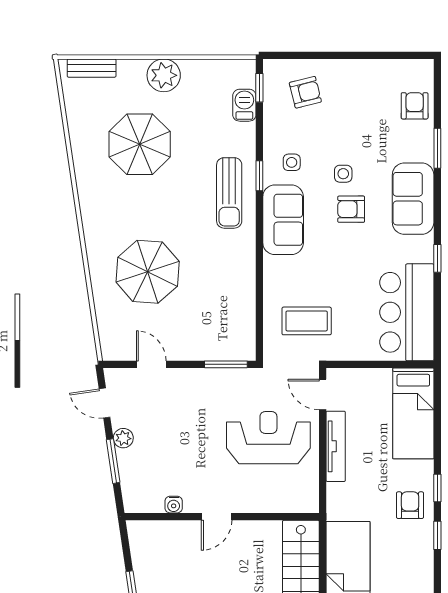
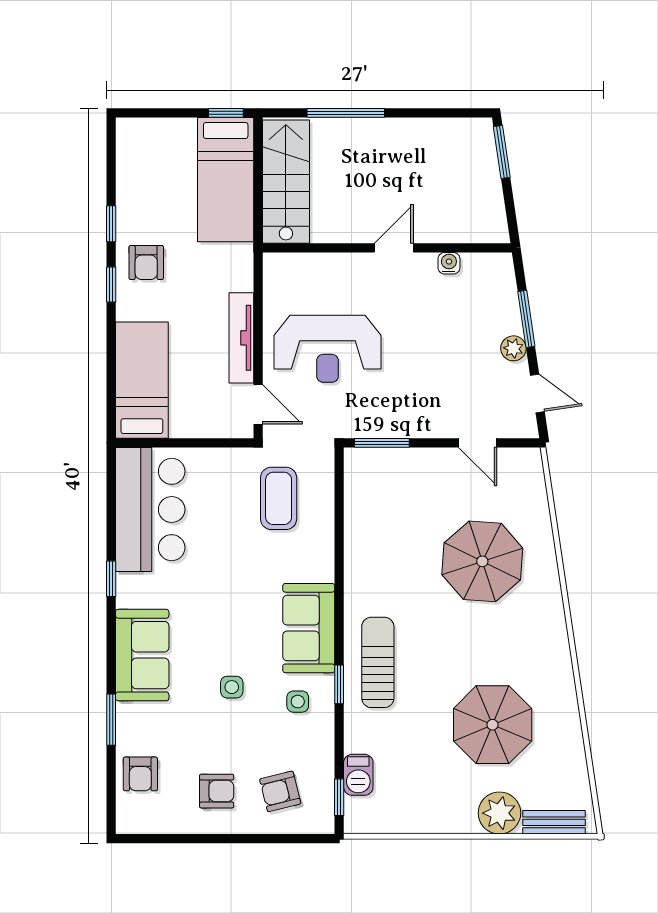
plant: (164, 75) -> (499, 813), moved
armchair: (351, 209) -> (217, 791), moved
coffee table: (307, 321) -> (279, 498), turned 90

